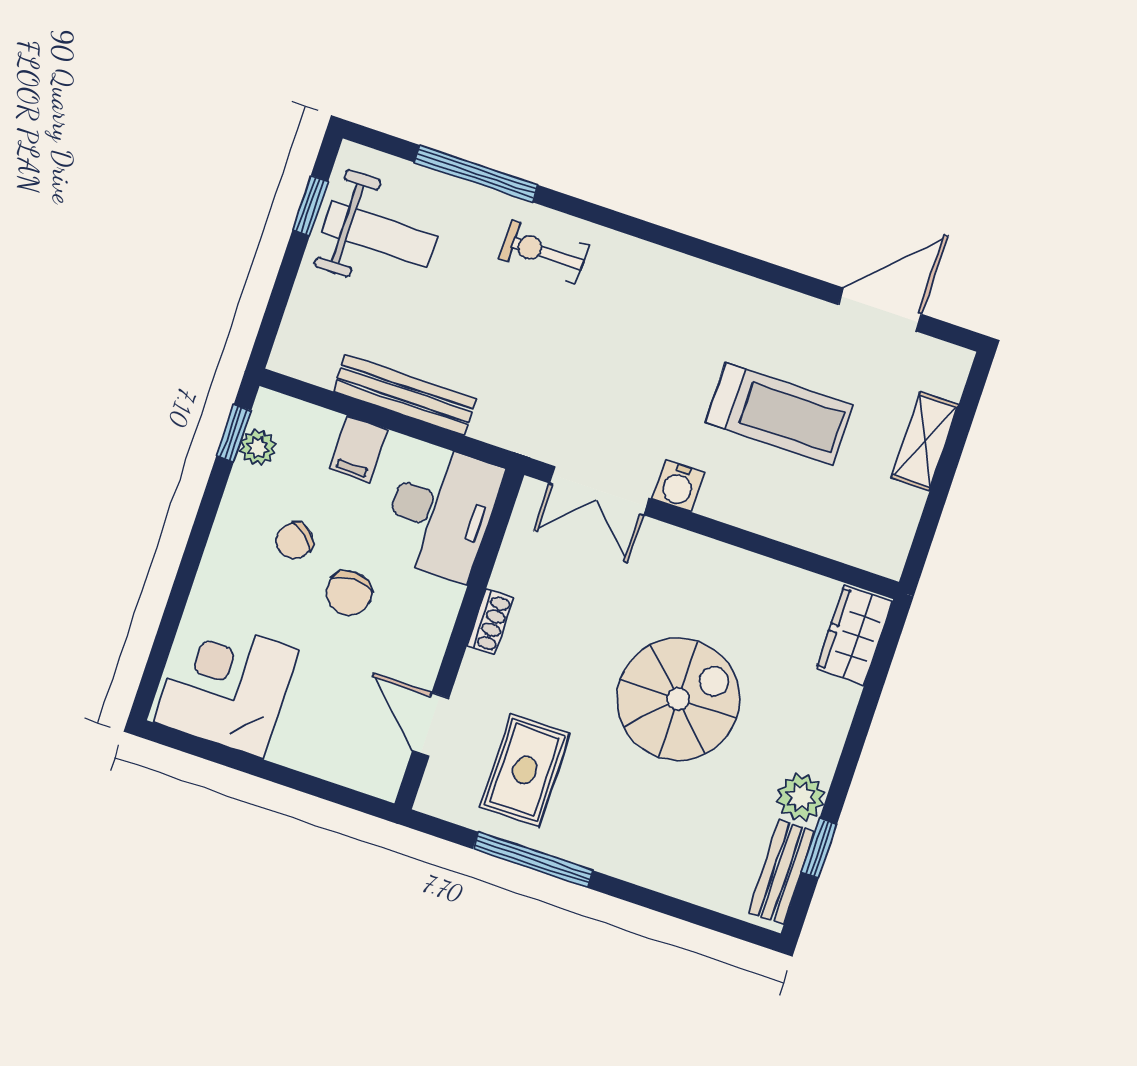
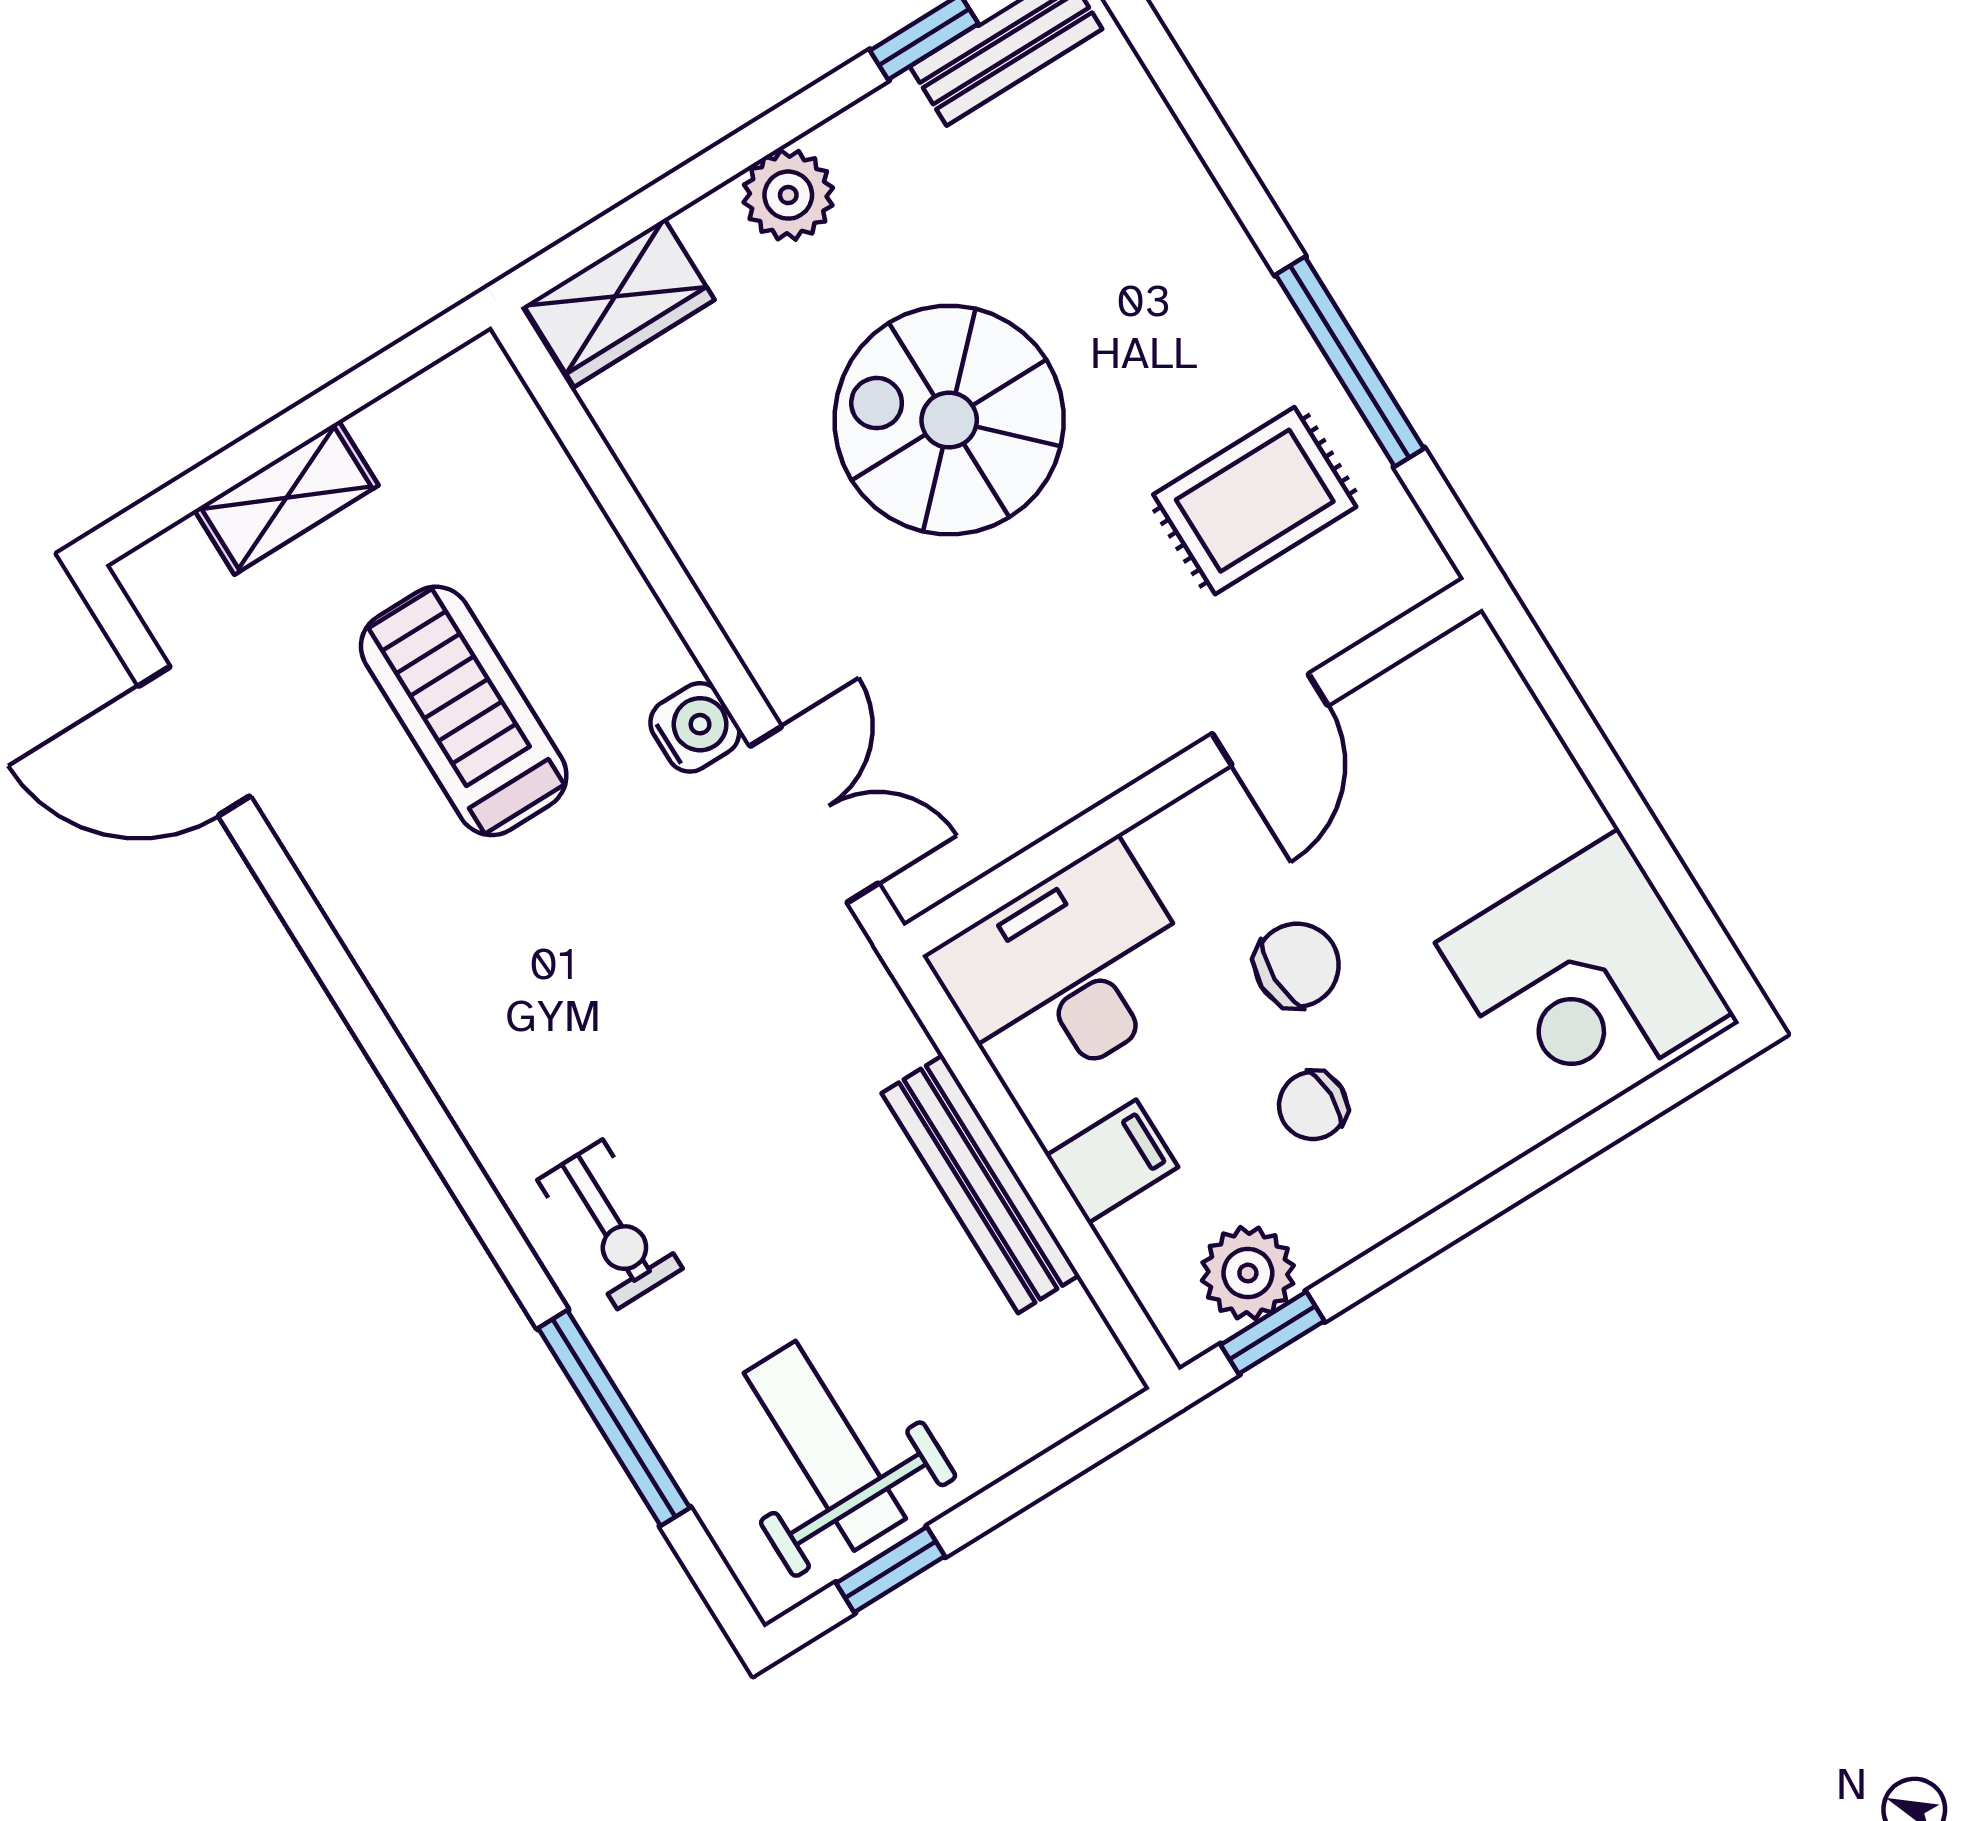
plant: (258, 447) -> (1248, 1273), width x1.38, depth x1.38
chair: (295, 541) -> (1313, 1105), turned 139
shoe rack: (490, 622) -> (1128, 755), removed
door: (431, 725) -> (1270, 720), moved
plant: (801, 797) -> (788, 195), moved

